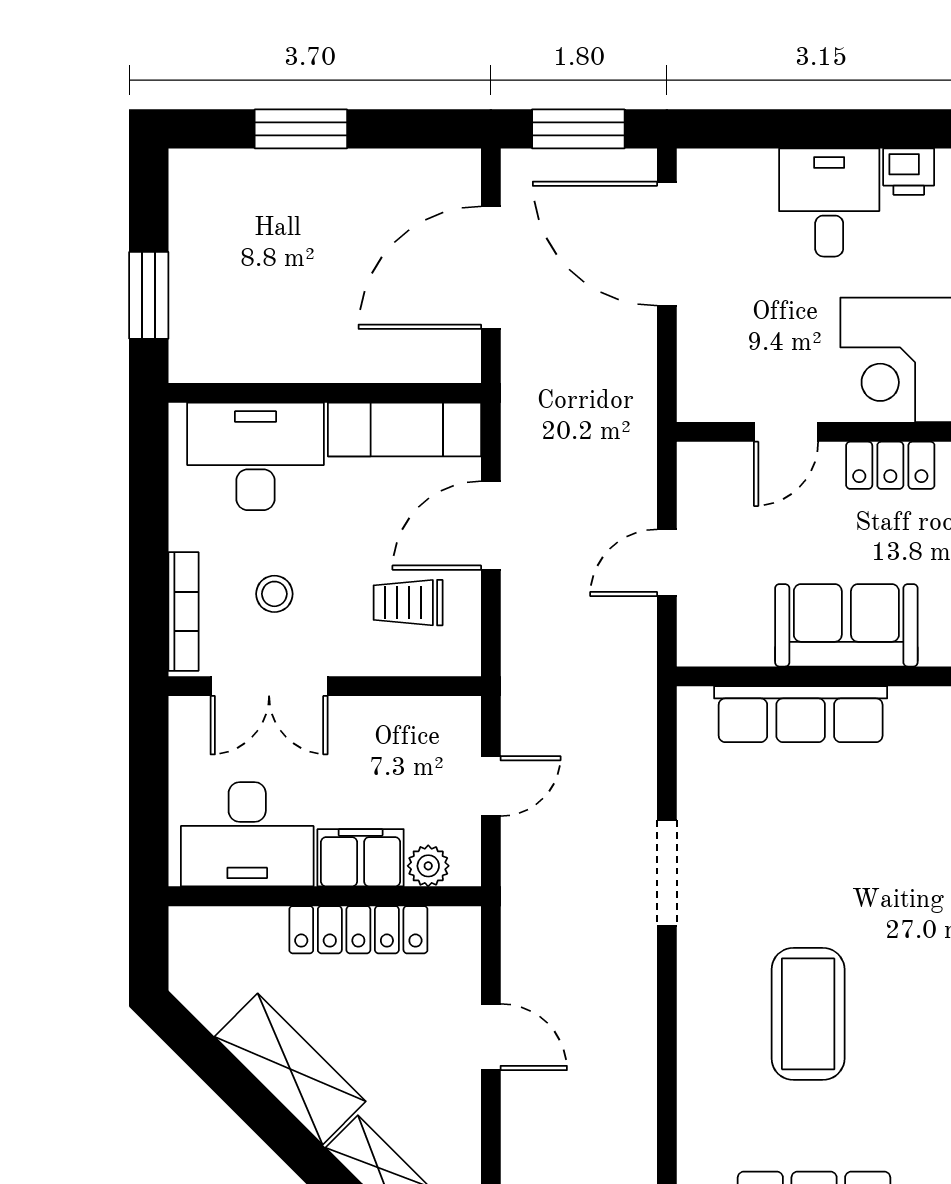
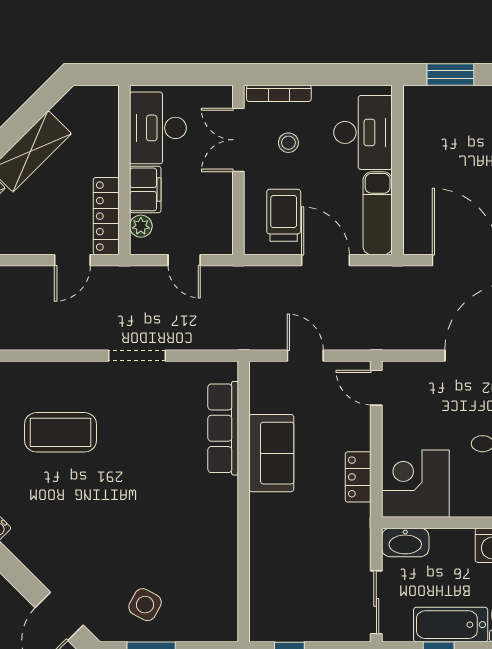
door: (786, 432) -> (376, 388), moved
trolley: (408, 603) -> (284, 215), width x1.36, depth x1.39
locker: (358, 930) -> (106, 216), moved
door: (491, 1037) -> (72, 260), moved

